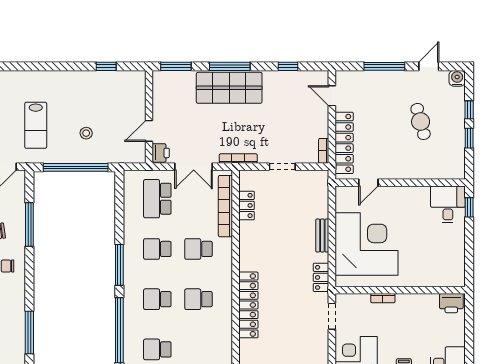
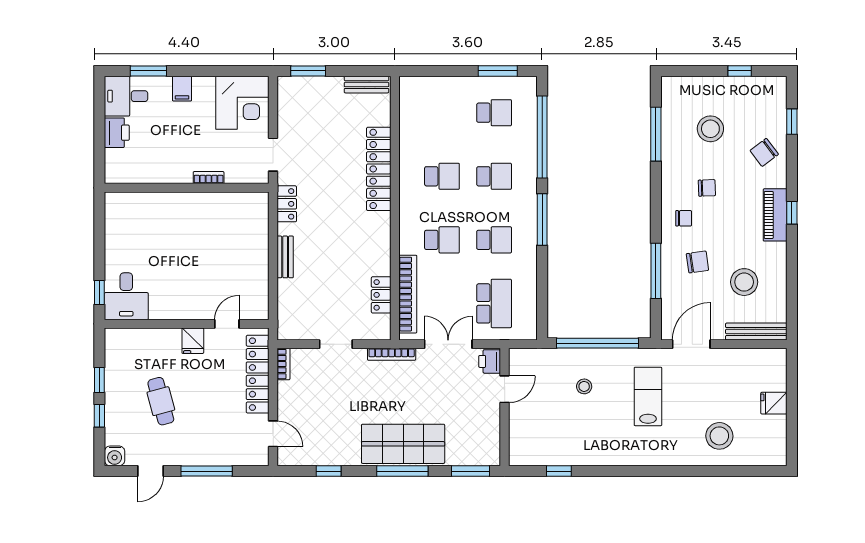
fridge: (395, 169) -> (193, 341), added
corner desk: (366, 244) -> (229, 246), removed
printer: (451, 303) -> (117, 133), moved, turned 90

